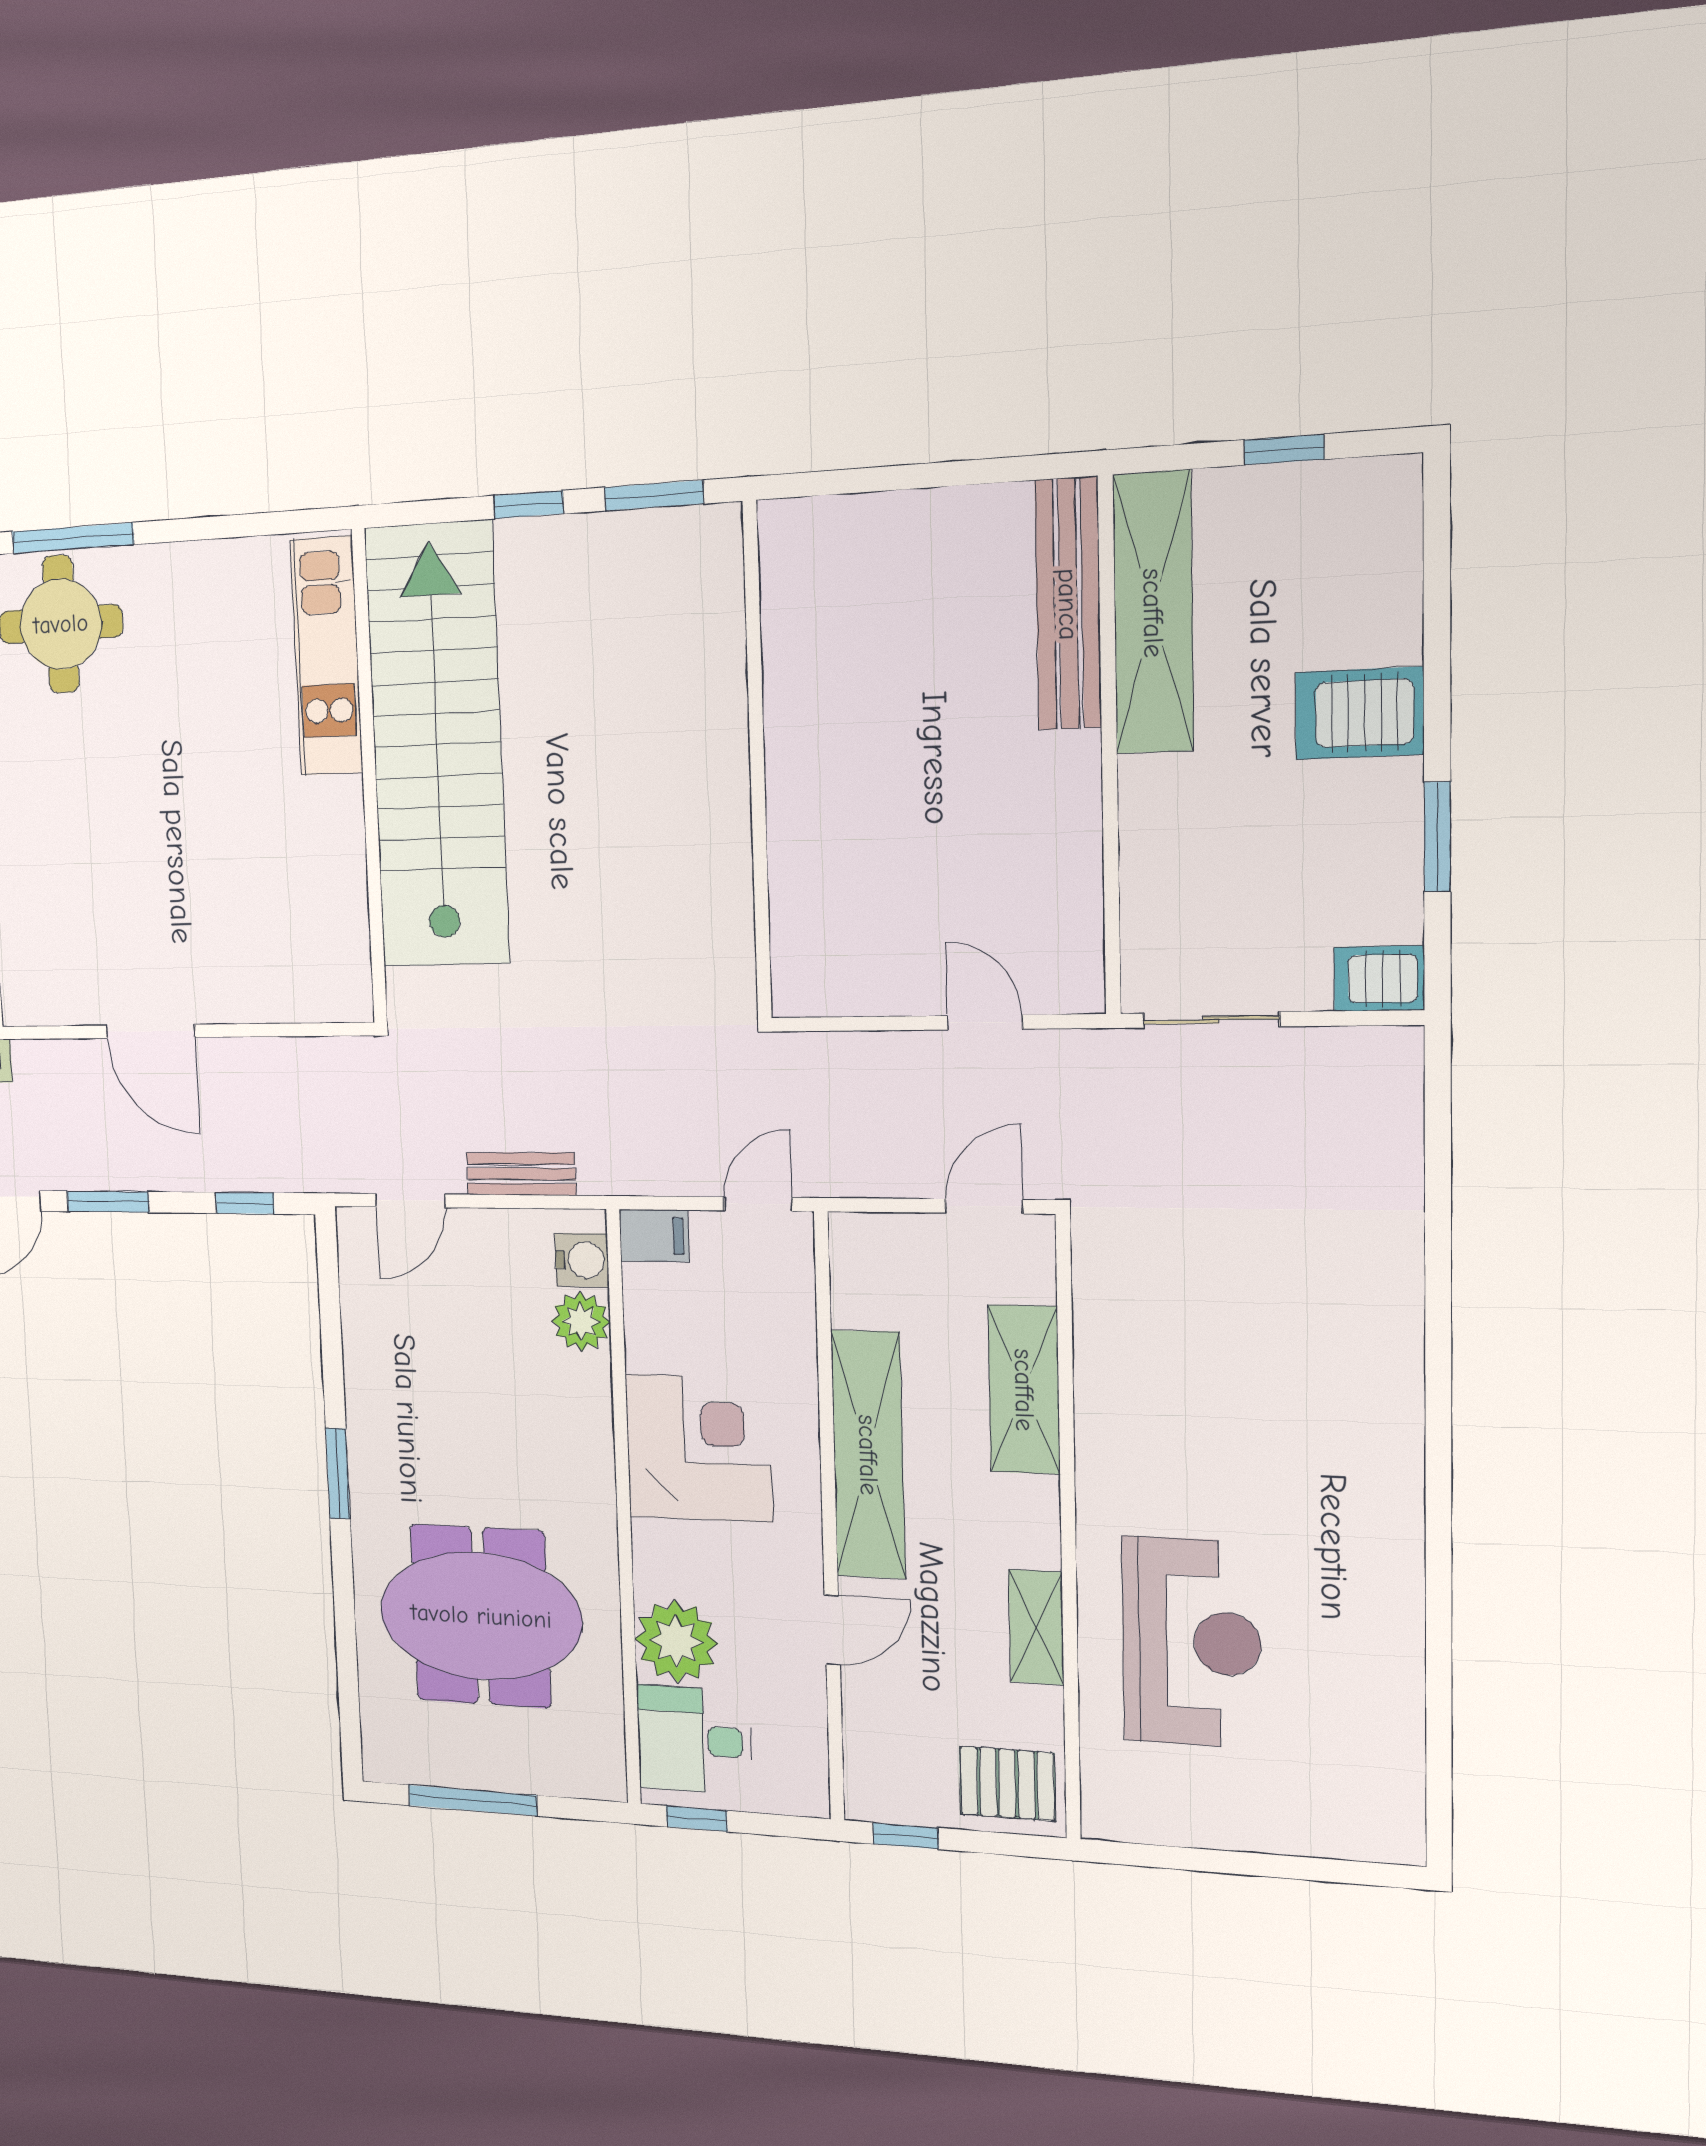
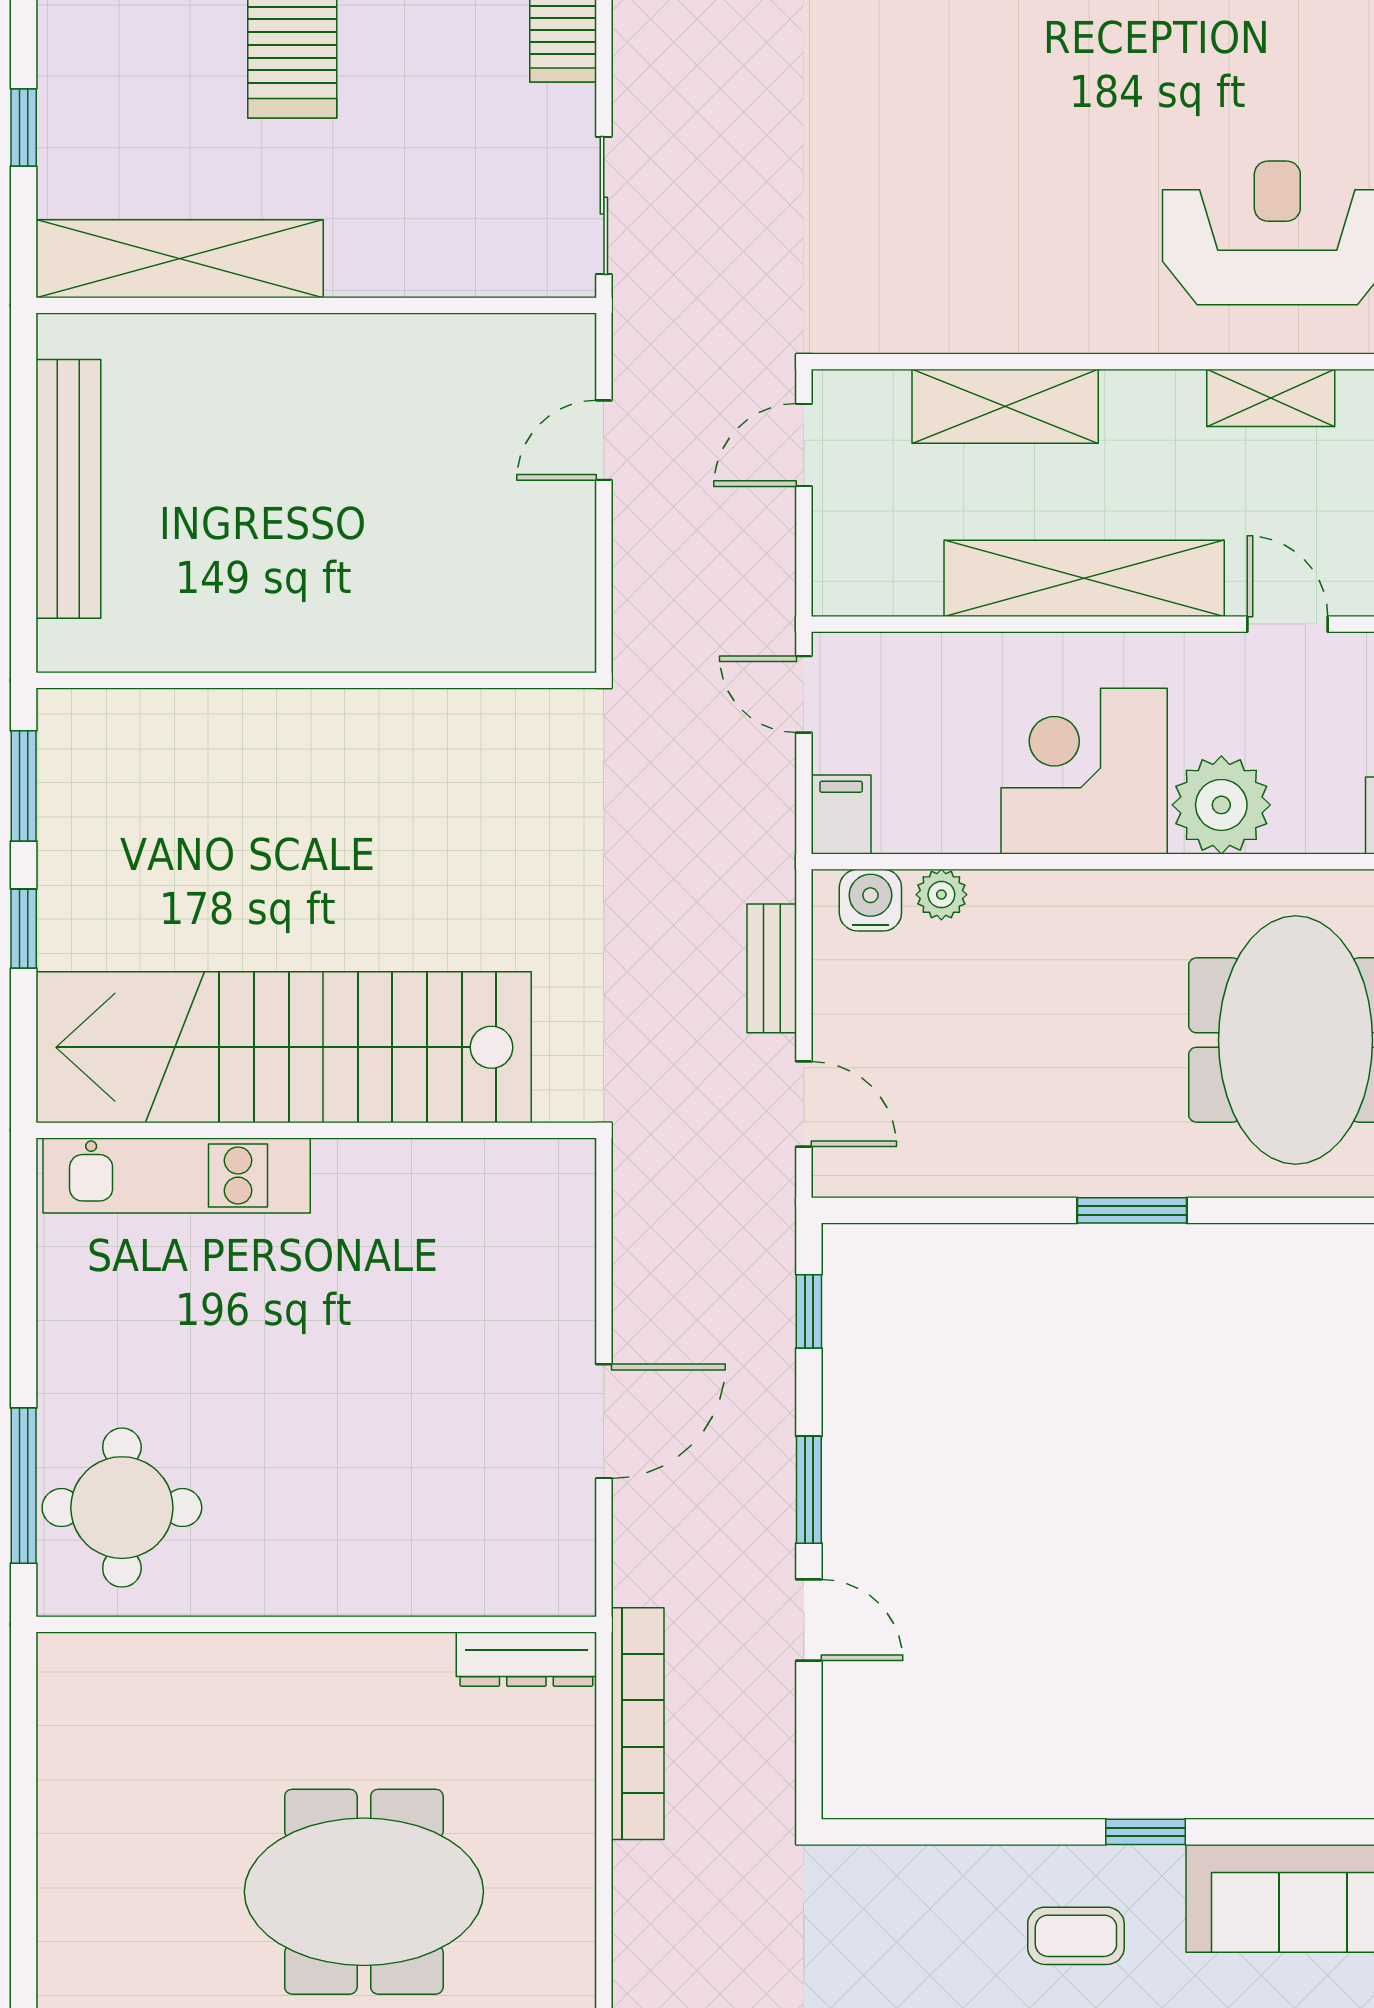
bench: (1068, 604) -> (68, 489), moved, turned 90
door: (984, 1206) -> (804, 445), hinge flipped
plant: (581, 1321) -> (941, 895), width x0.73, depth x0.73
plant: (676, 1641) -> (1221, 805), moved

